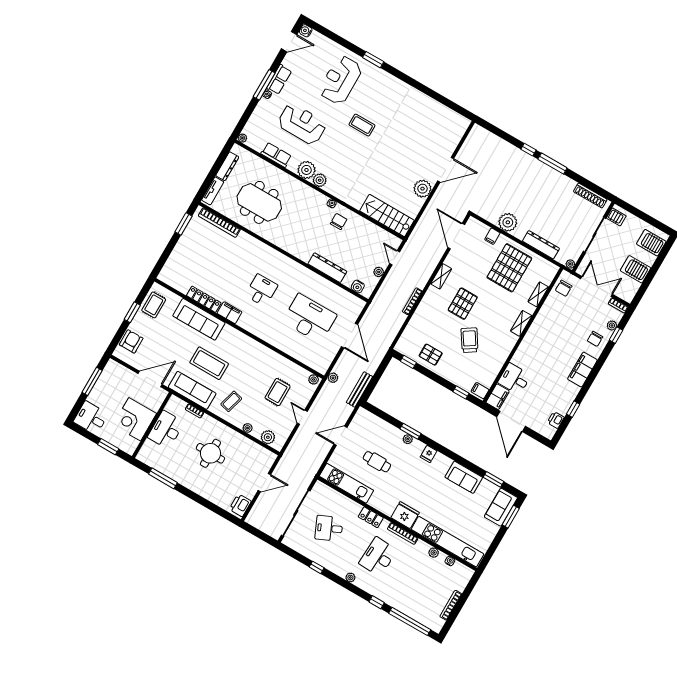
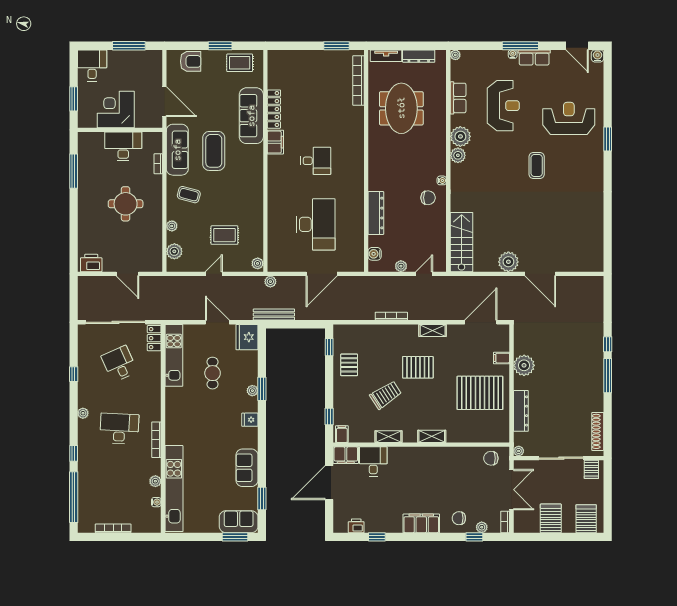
shelving: (538, 294) -> (388, 437), moved
fridge: (405, 515) -> (247, 337), moved, turned 180
locker: (371, 517) -> (154, 338), moved

